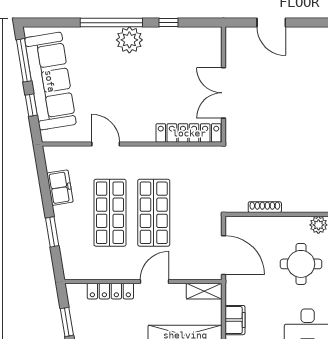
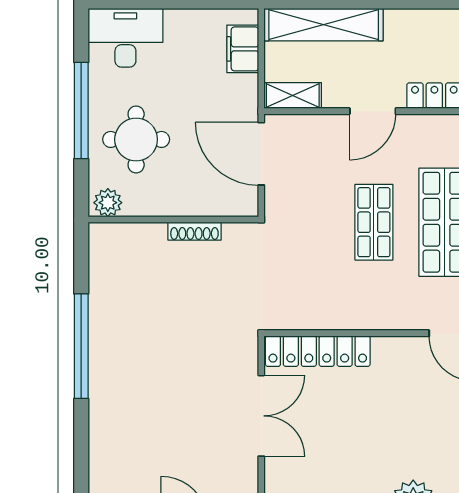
shop shelf: (154, 213) -> (374, 222), width x0.70, depth x0.74

